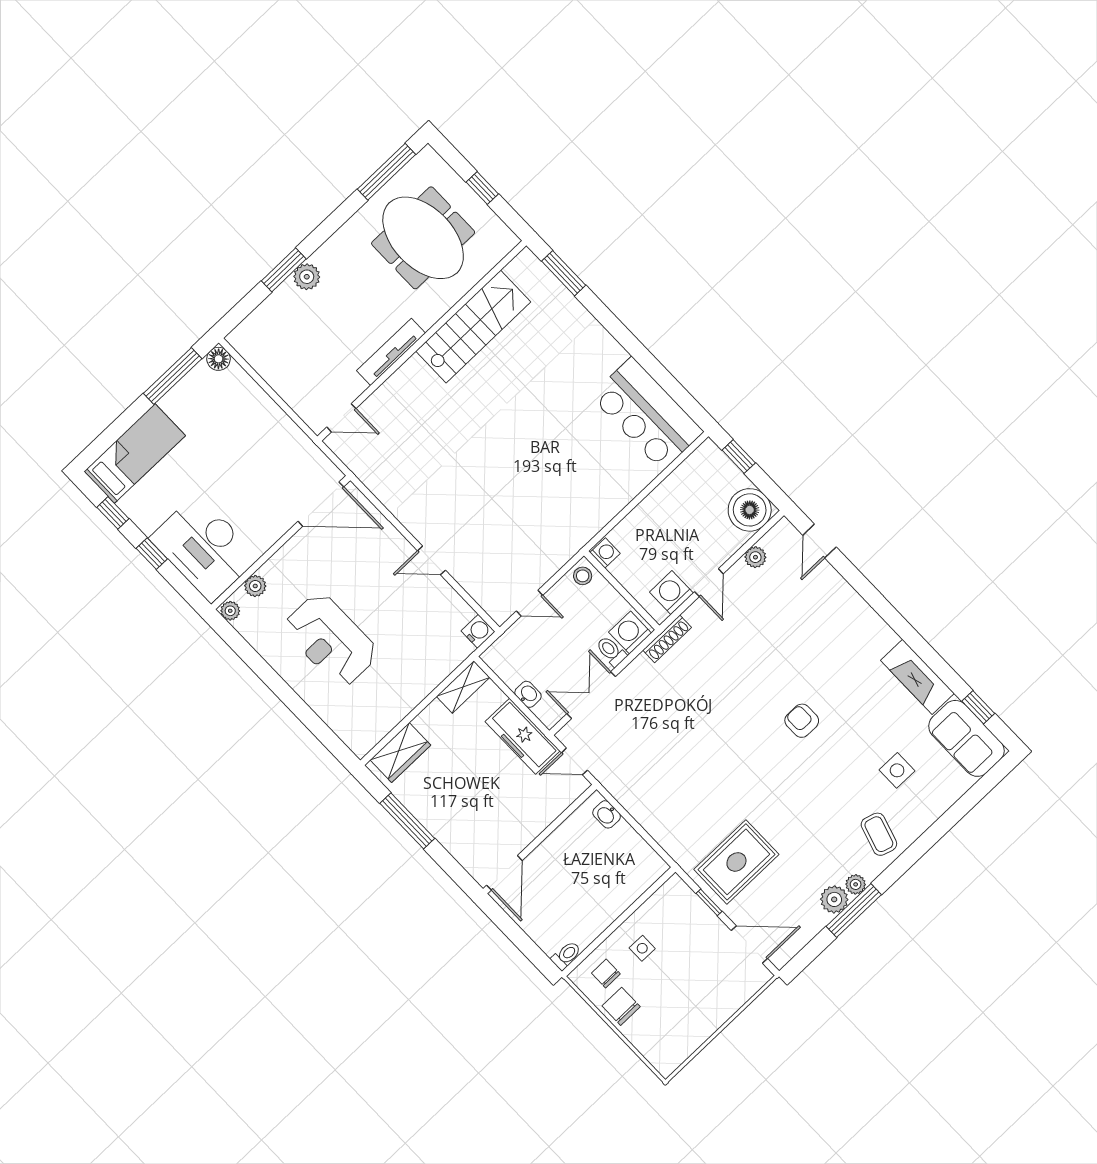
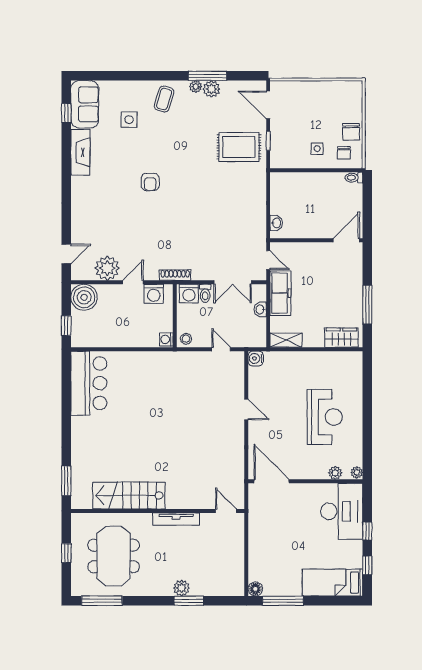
plant: (755, 557) -> (107, 268), width x1.88, depth x1.88

